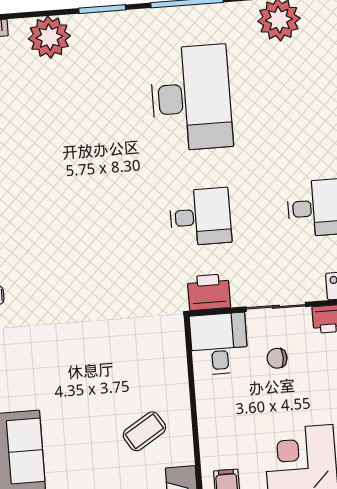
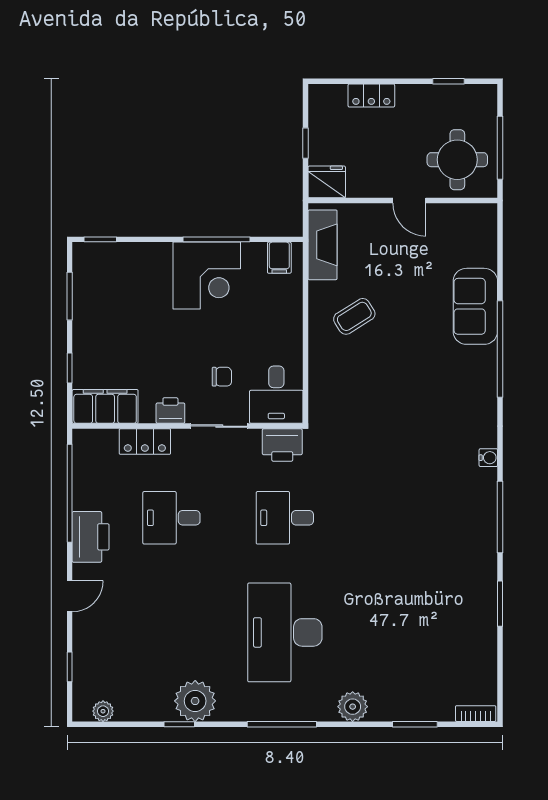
window: (102, 9) -> (415, 724), moved
plant: (49, 37) -> (353, 707), moved, width x0.73, depth x0.73

